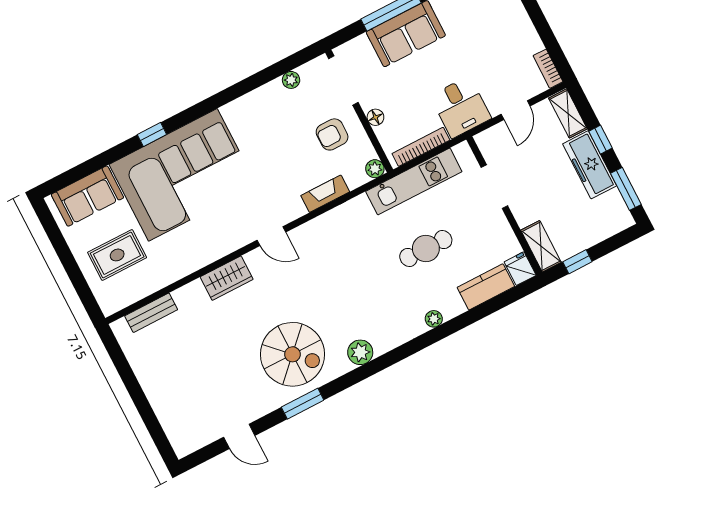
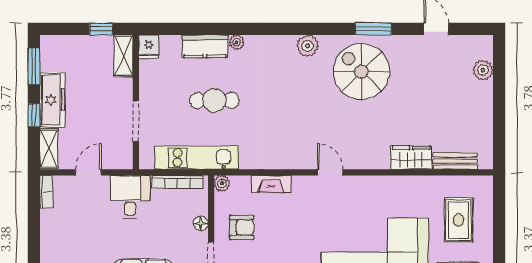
rug: (117, 255) -> (458, 220), turned 90
wardrobe: (227, 278) -> (411, 158), moved
kitchen counter: (486, 287) -> (205, 46), moved
plant: (170, 419) -> (483, 70), added

